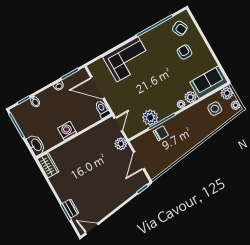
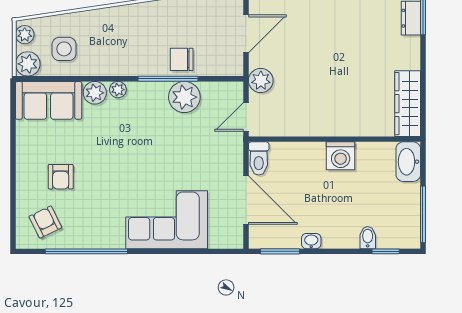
wardrobe: (48, 165) -> (408, 104), width x1.50

